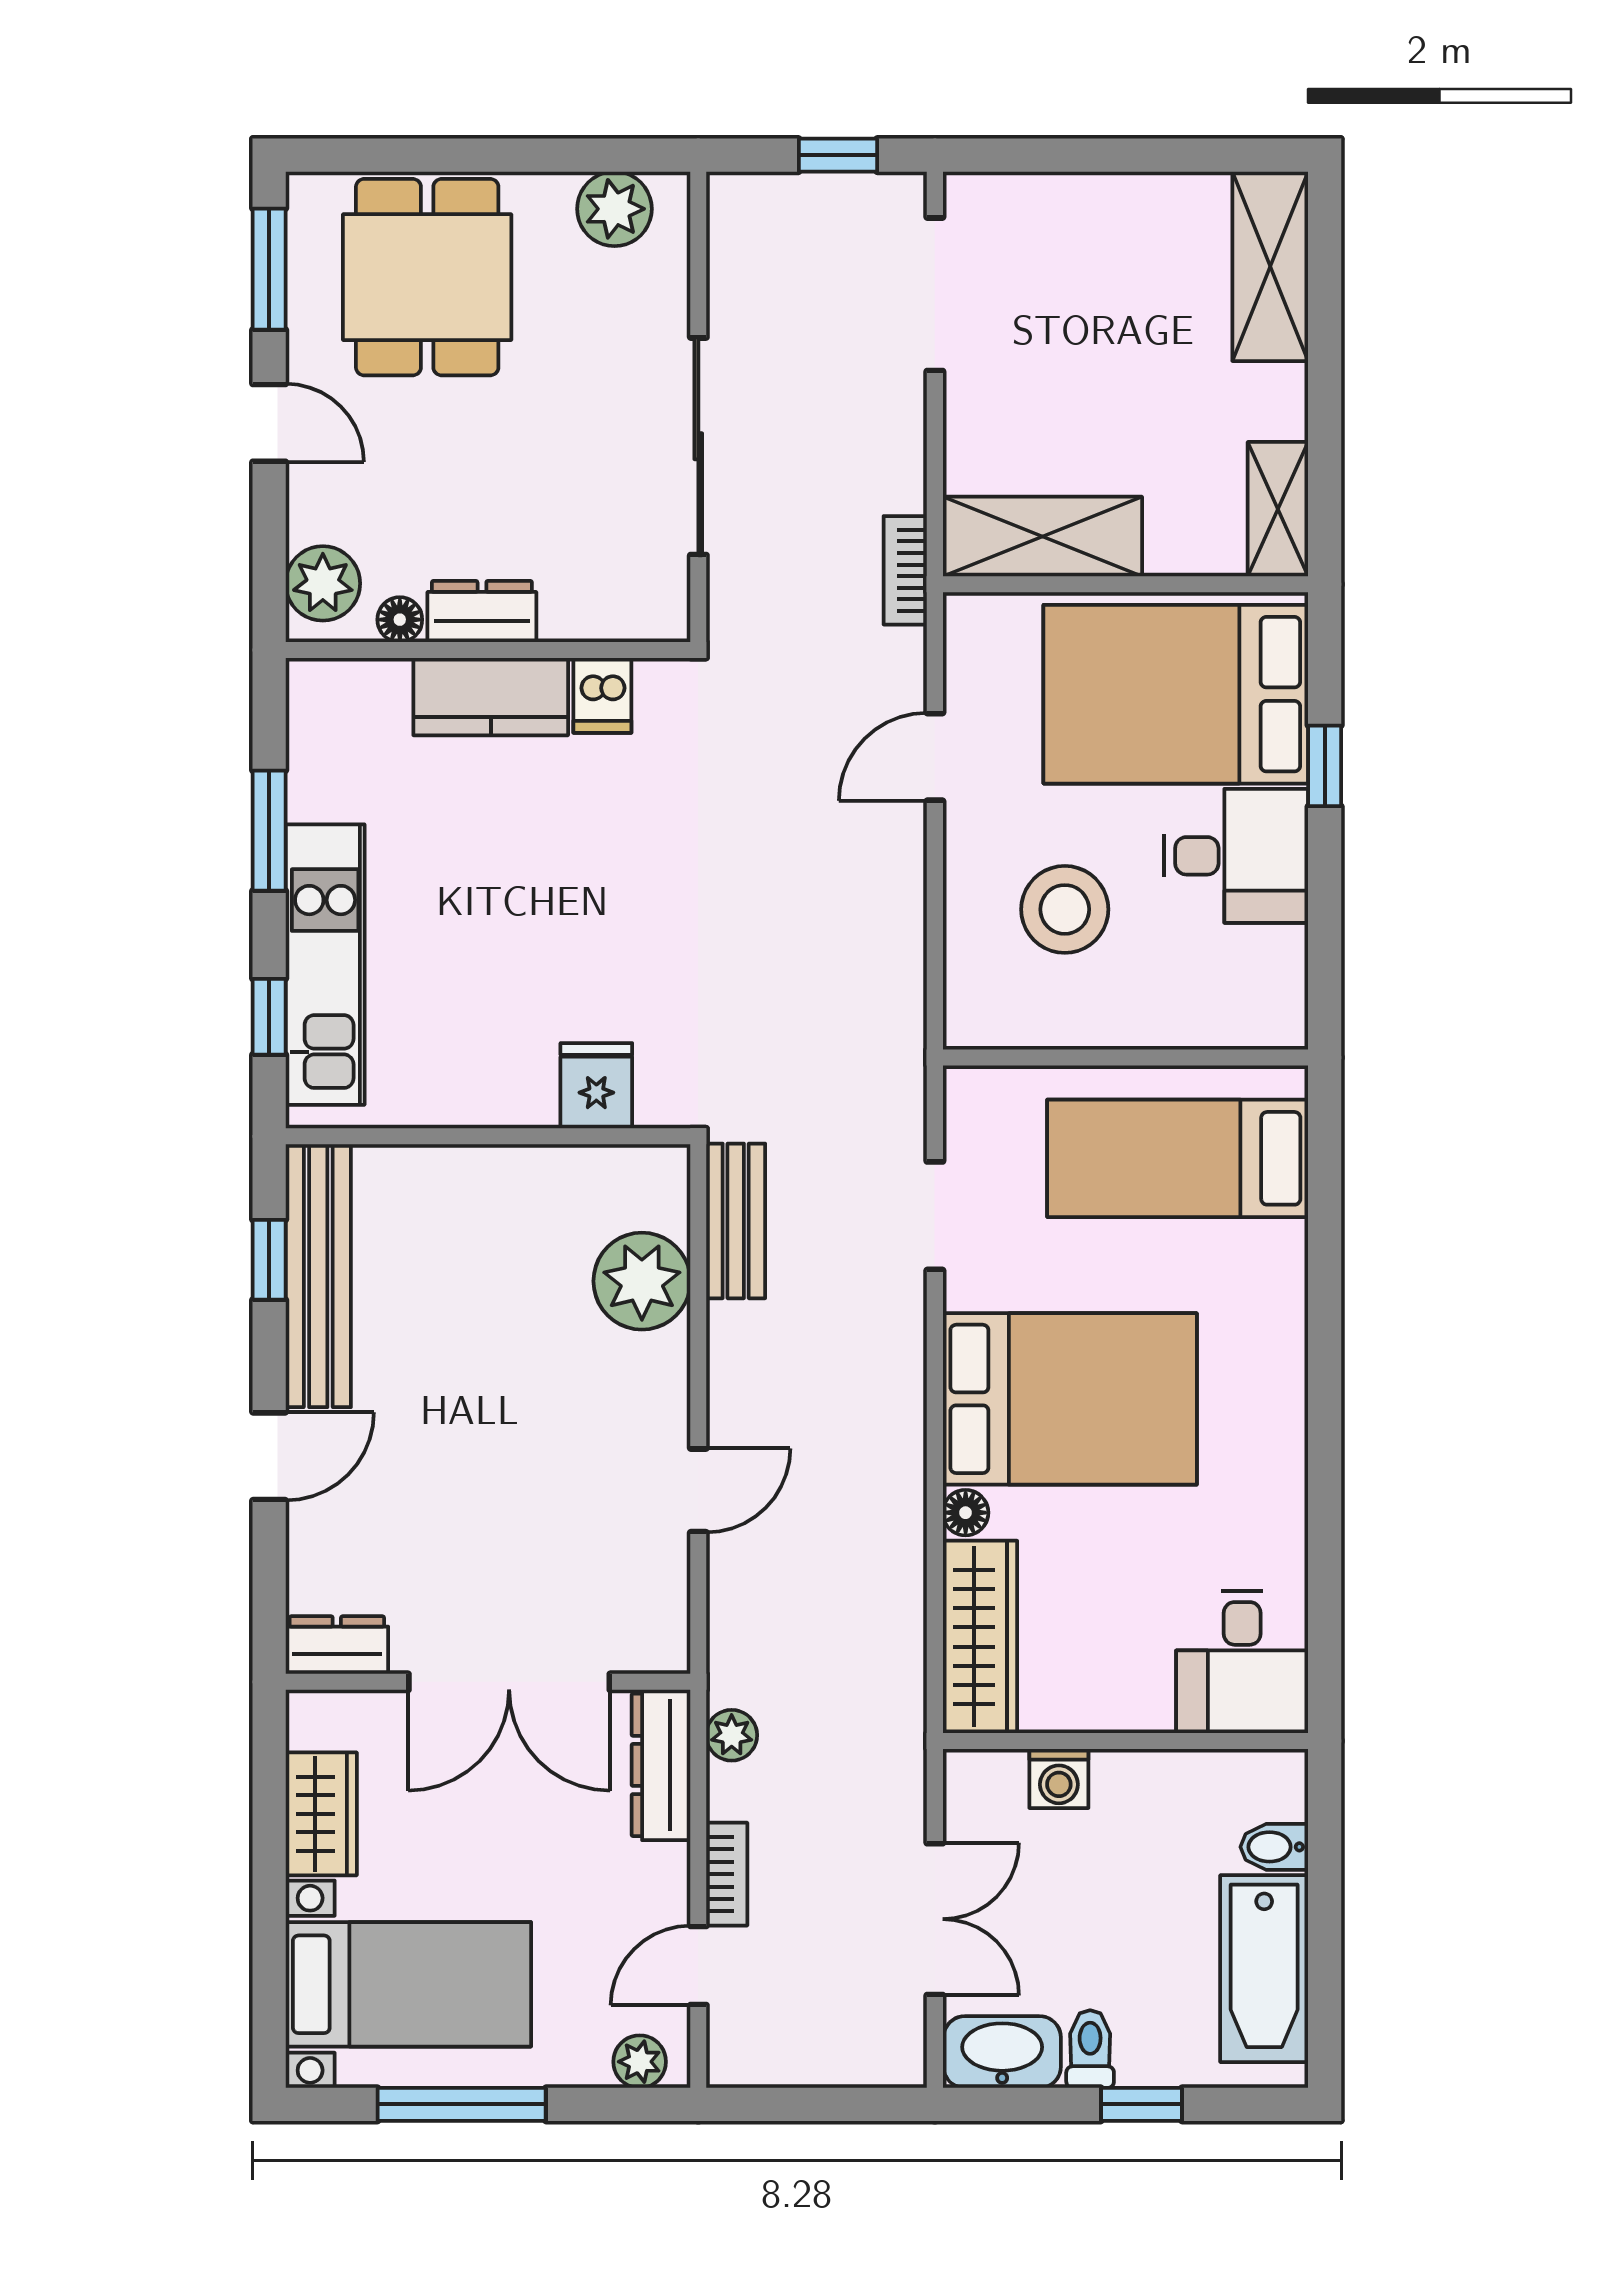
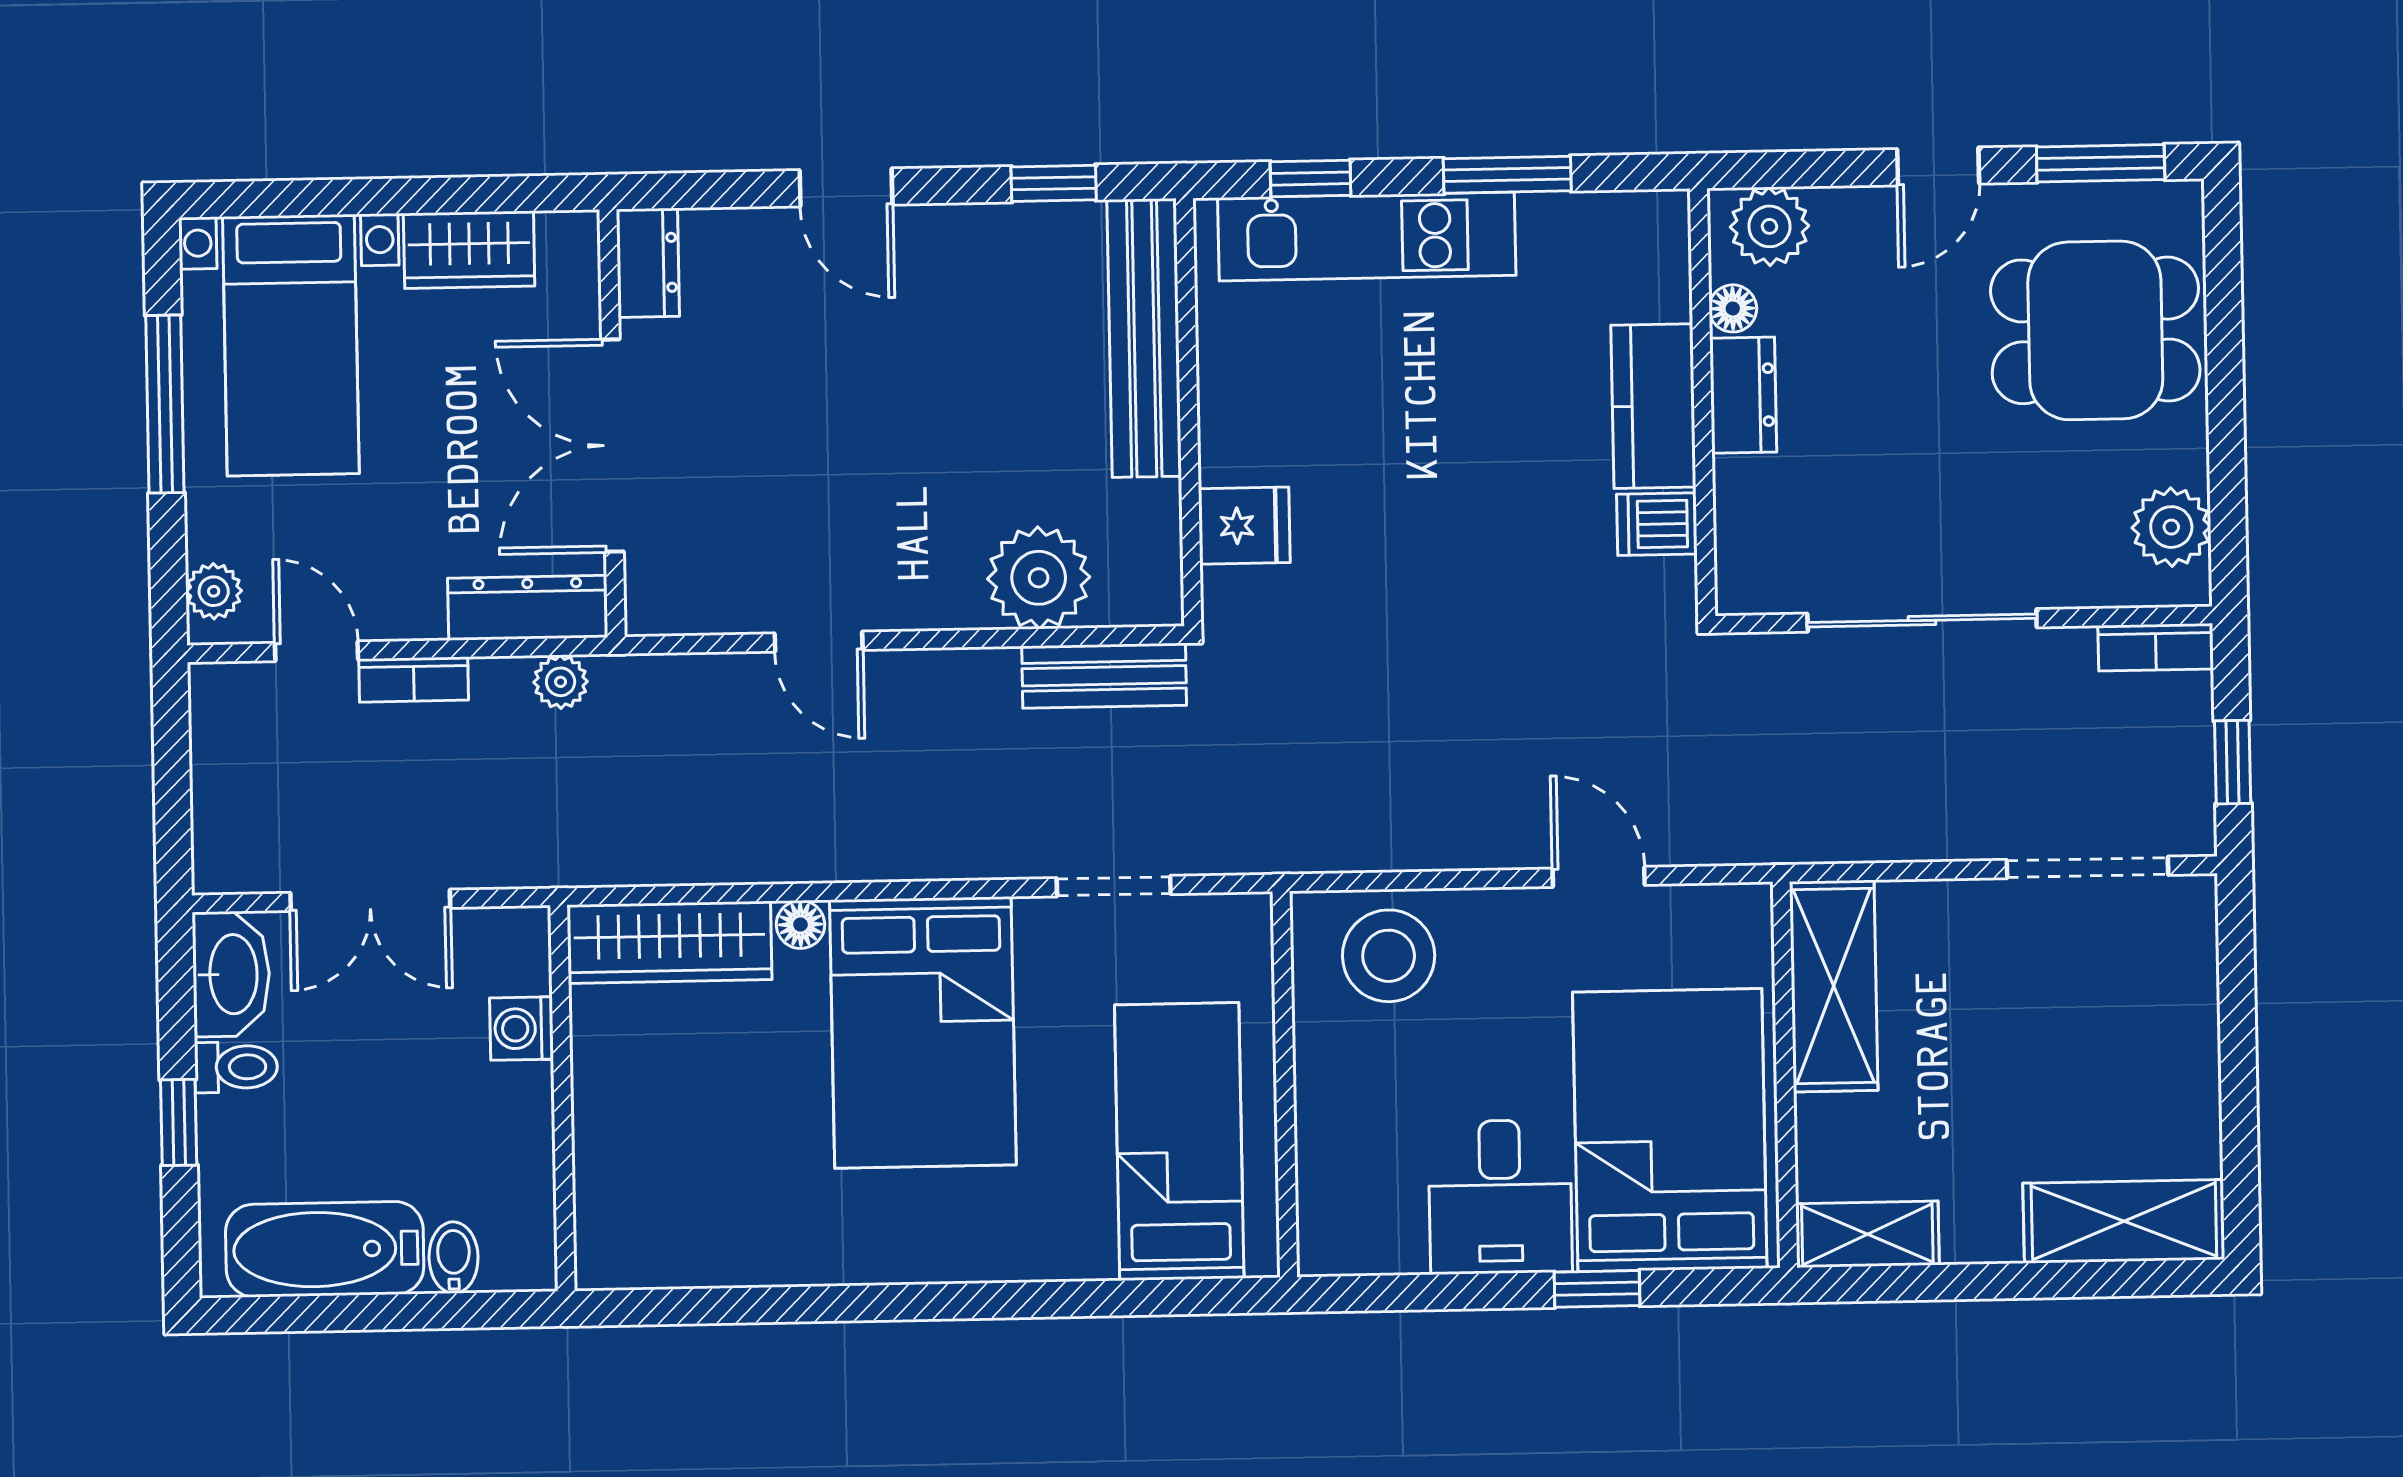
bookcase: (905, 570) -> (2156, 647), moved, turned 180
stool: (1065, 909) -> (1389, 956), moved
bench: (318, 1276) -> (1144, 338), moved, turned 90
desk: (1242, 1662) -> (648, 1220), removed

